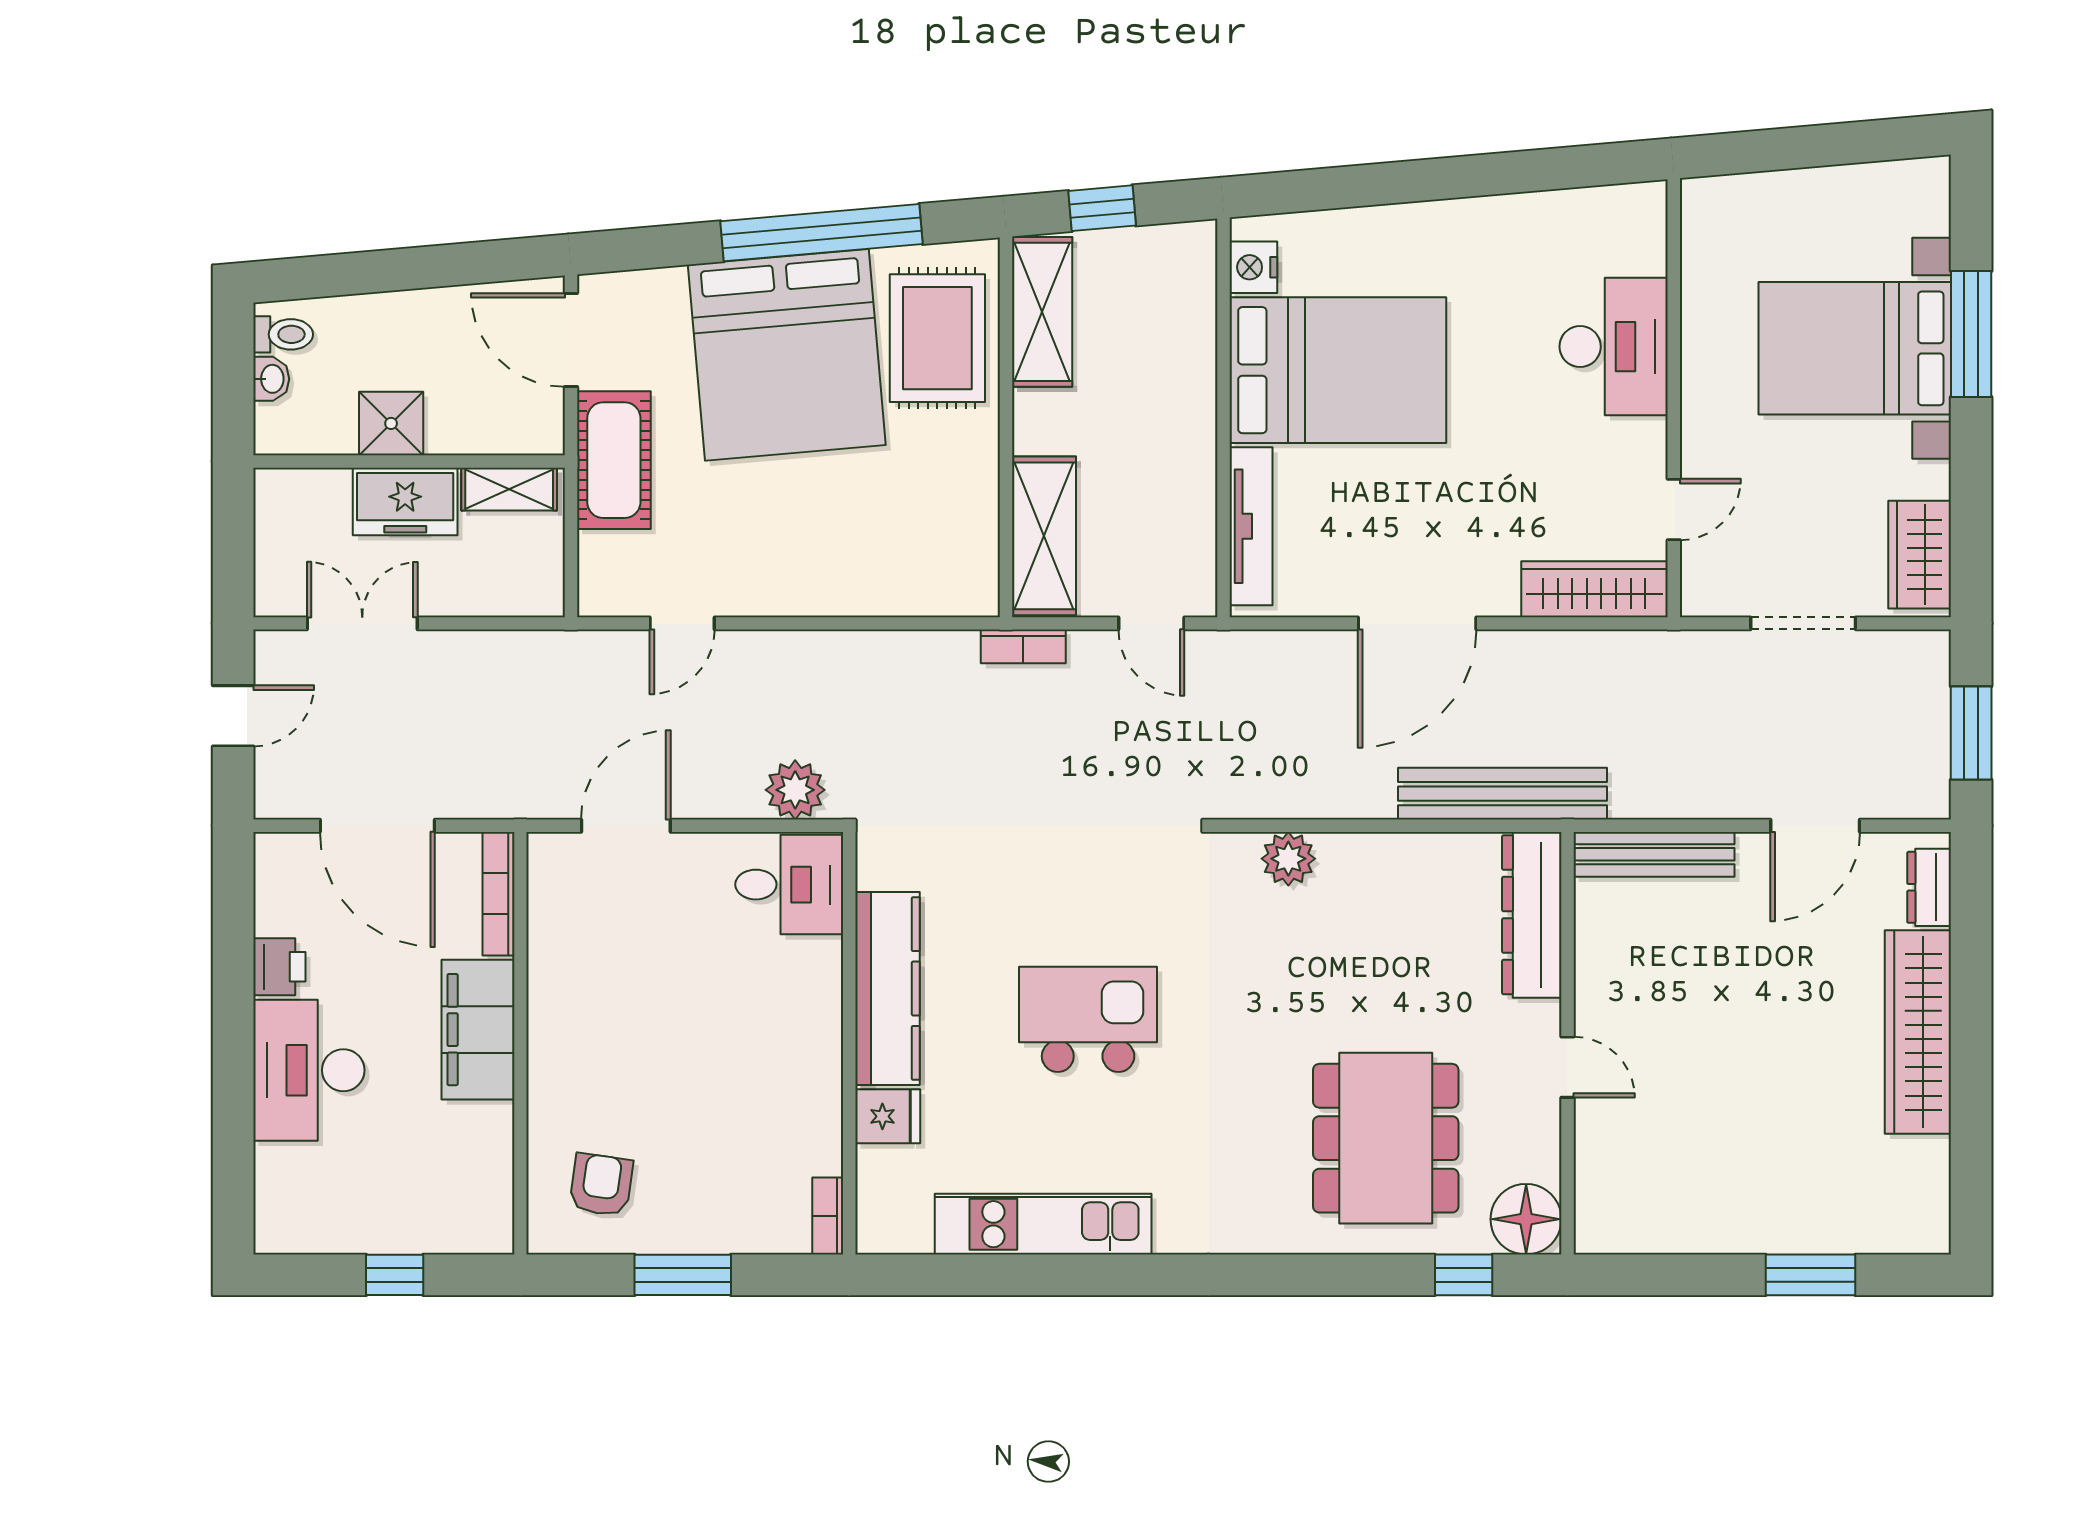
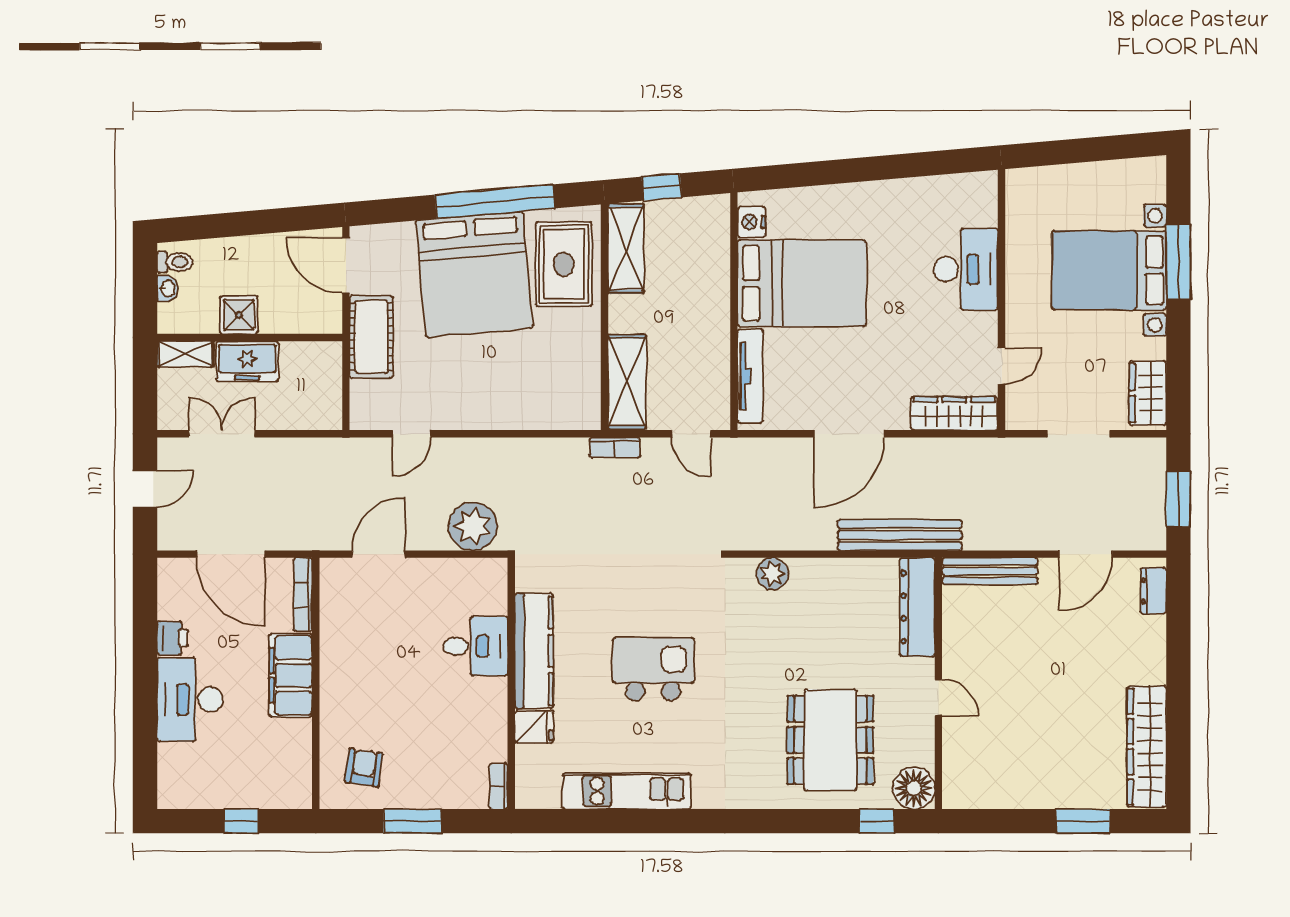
shelving: (509, 489) -> (185, 354), moved
plant: (795, 790) -> (473, 526), width x1.36, depth x1.36
desk: (789, 885) -> (476, 646), moved
wardrobe: (1918, 1032) -> (1147, 747), moved

